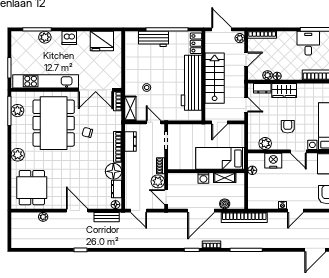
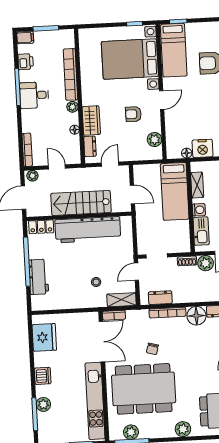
plant: (268, 75) -> (72, 107), moved
nightstand: (273, 161) -> (203, 148), moved, turned -90
kitchen sink: (185, 179) -> (201, 231), added

